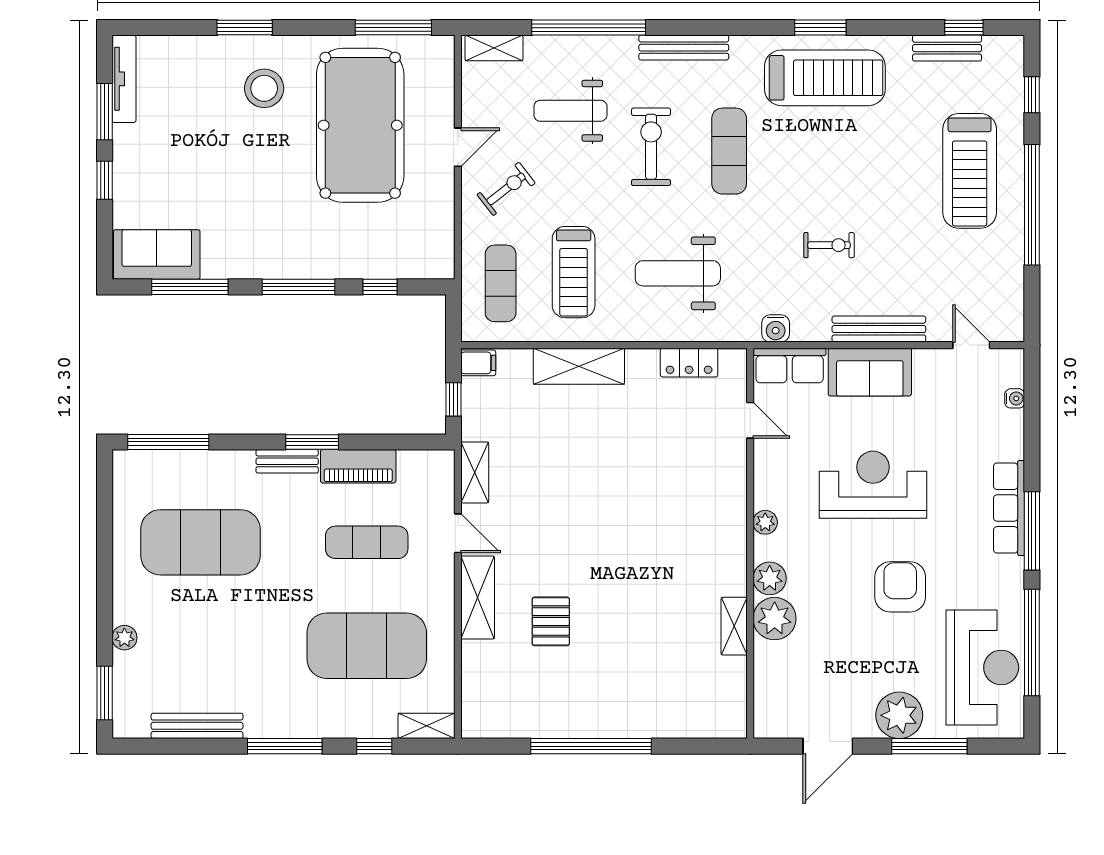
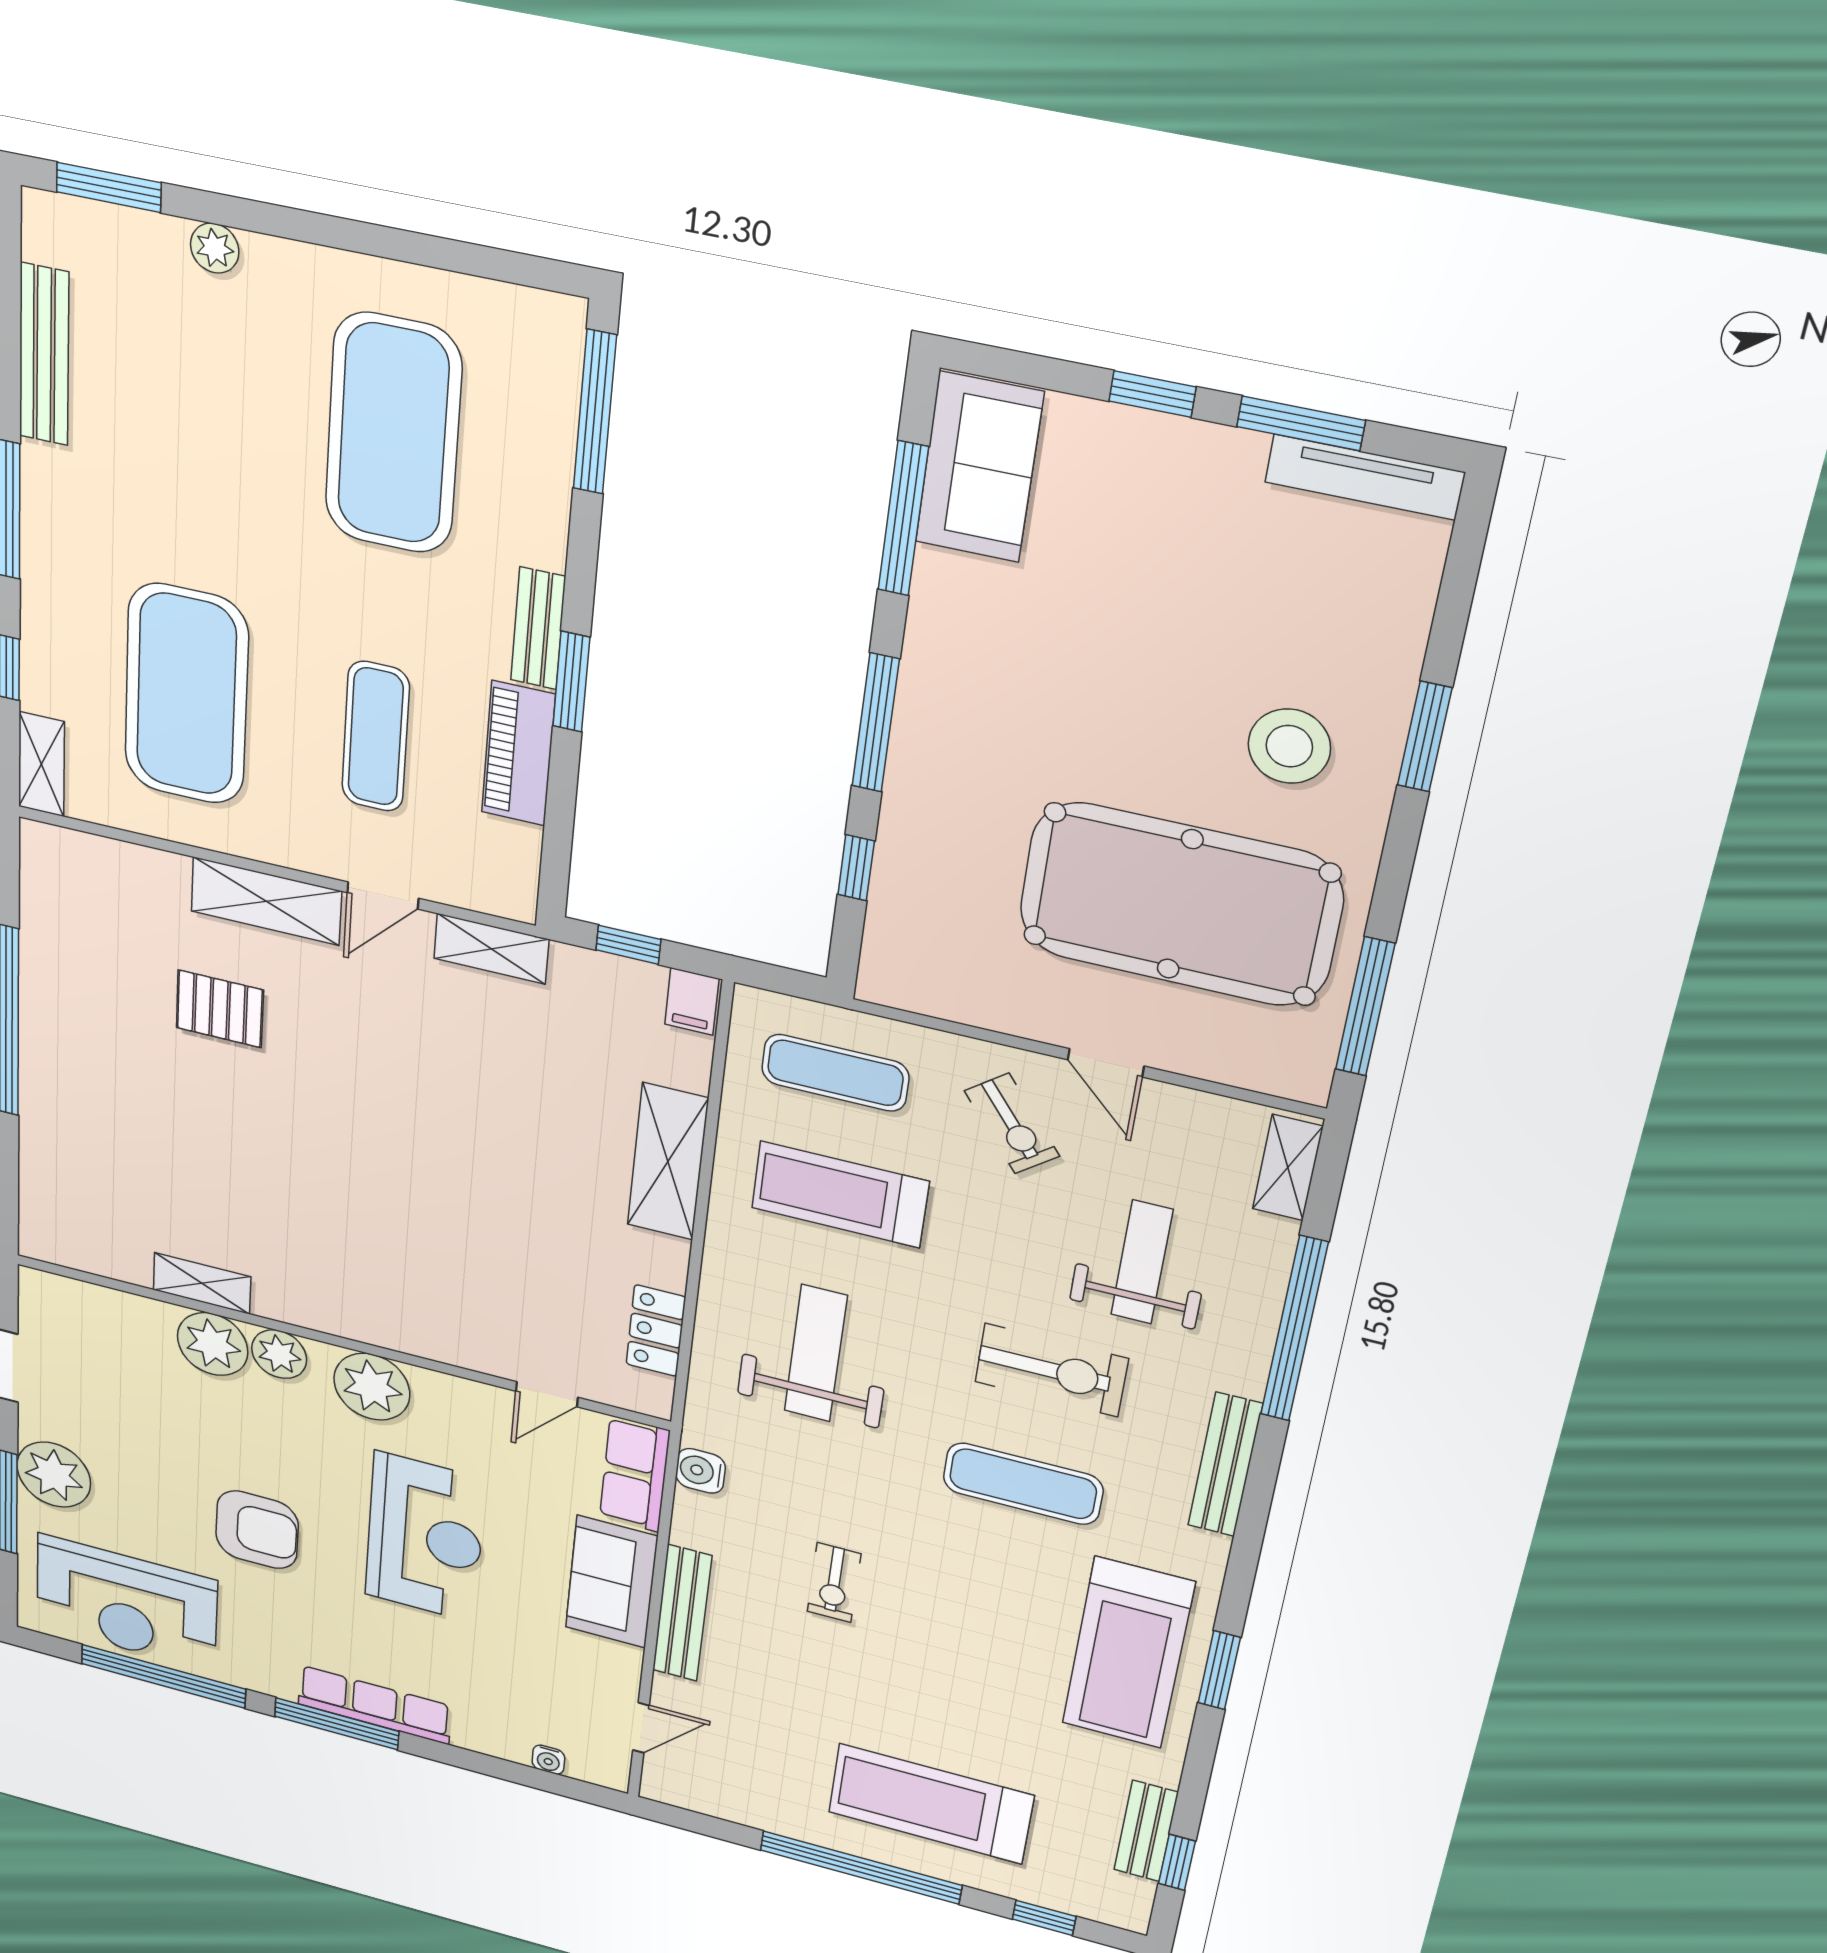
plant: (765, 522) -> (372, 1387), width x1.88, depth x1.88

